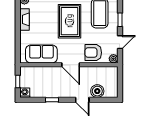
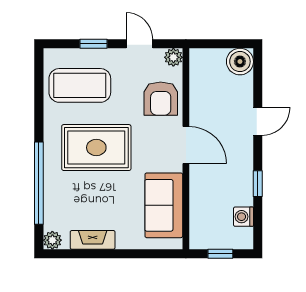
door: (71, 65) -> (186, 145), hinge flipped
boiler: (97, 91) -> (240, 62), moved
washing machine: (25, 93) -> (243, 217), moved

